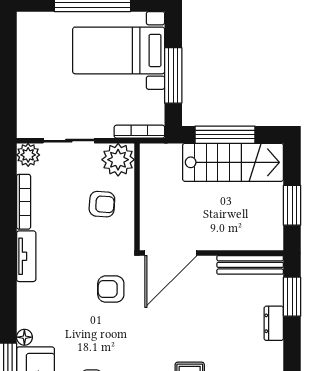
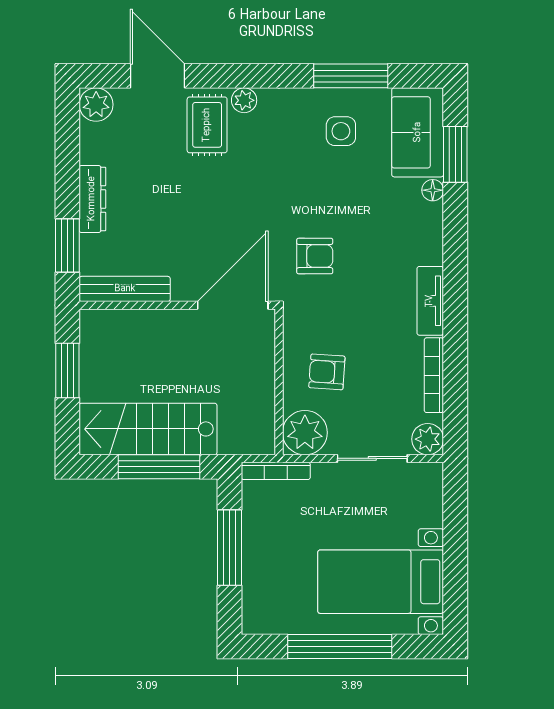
bed with nightstands: (119, 50) -> (381, 582), moved, turned 180
dresser: (274, 323) -> (92, 199), width x1.44

